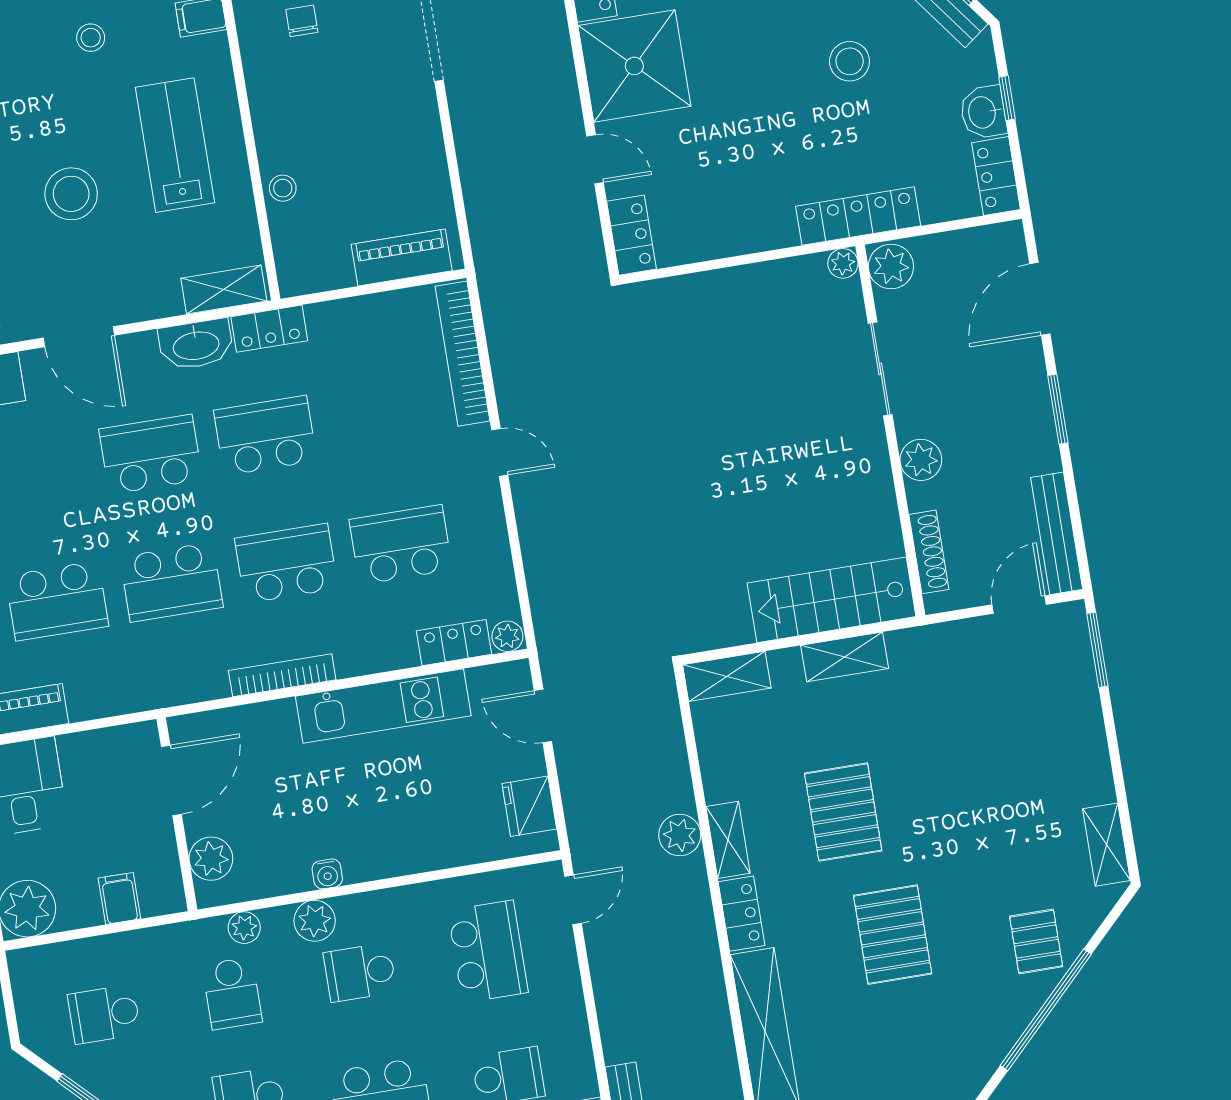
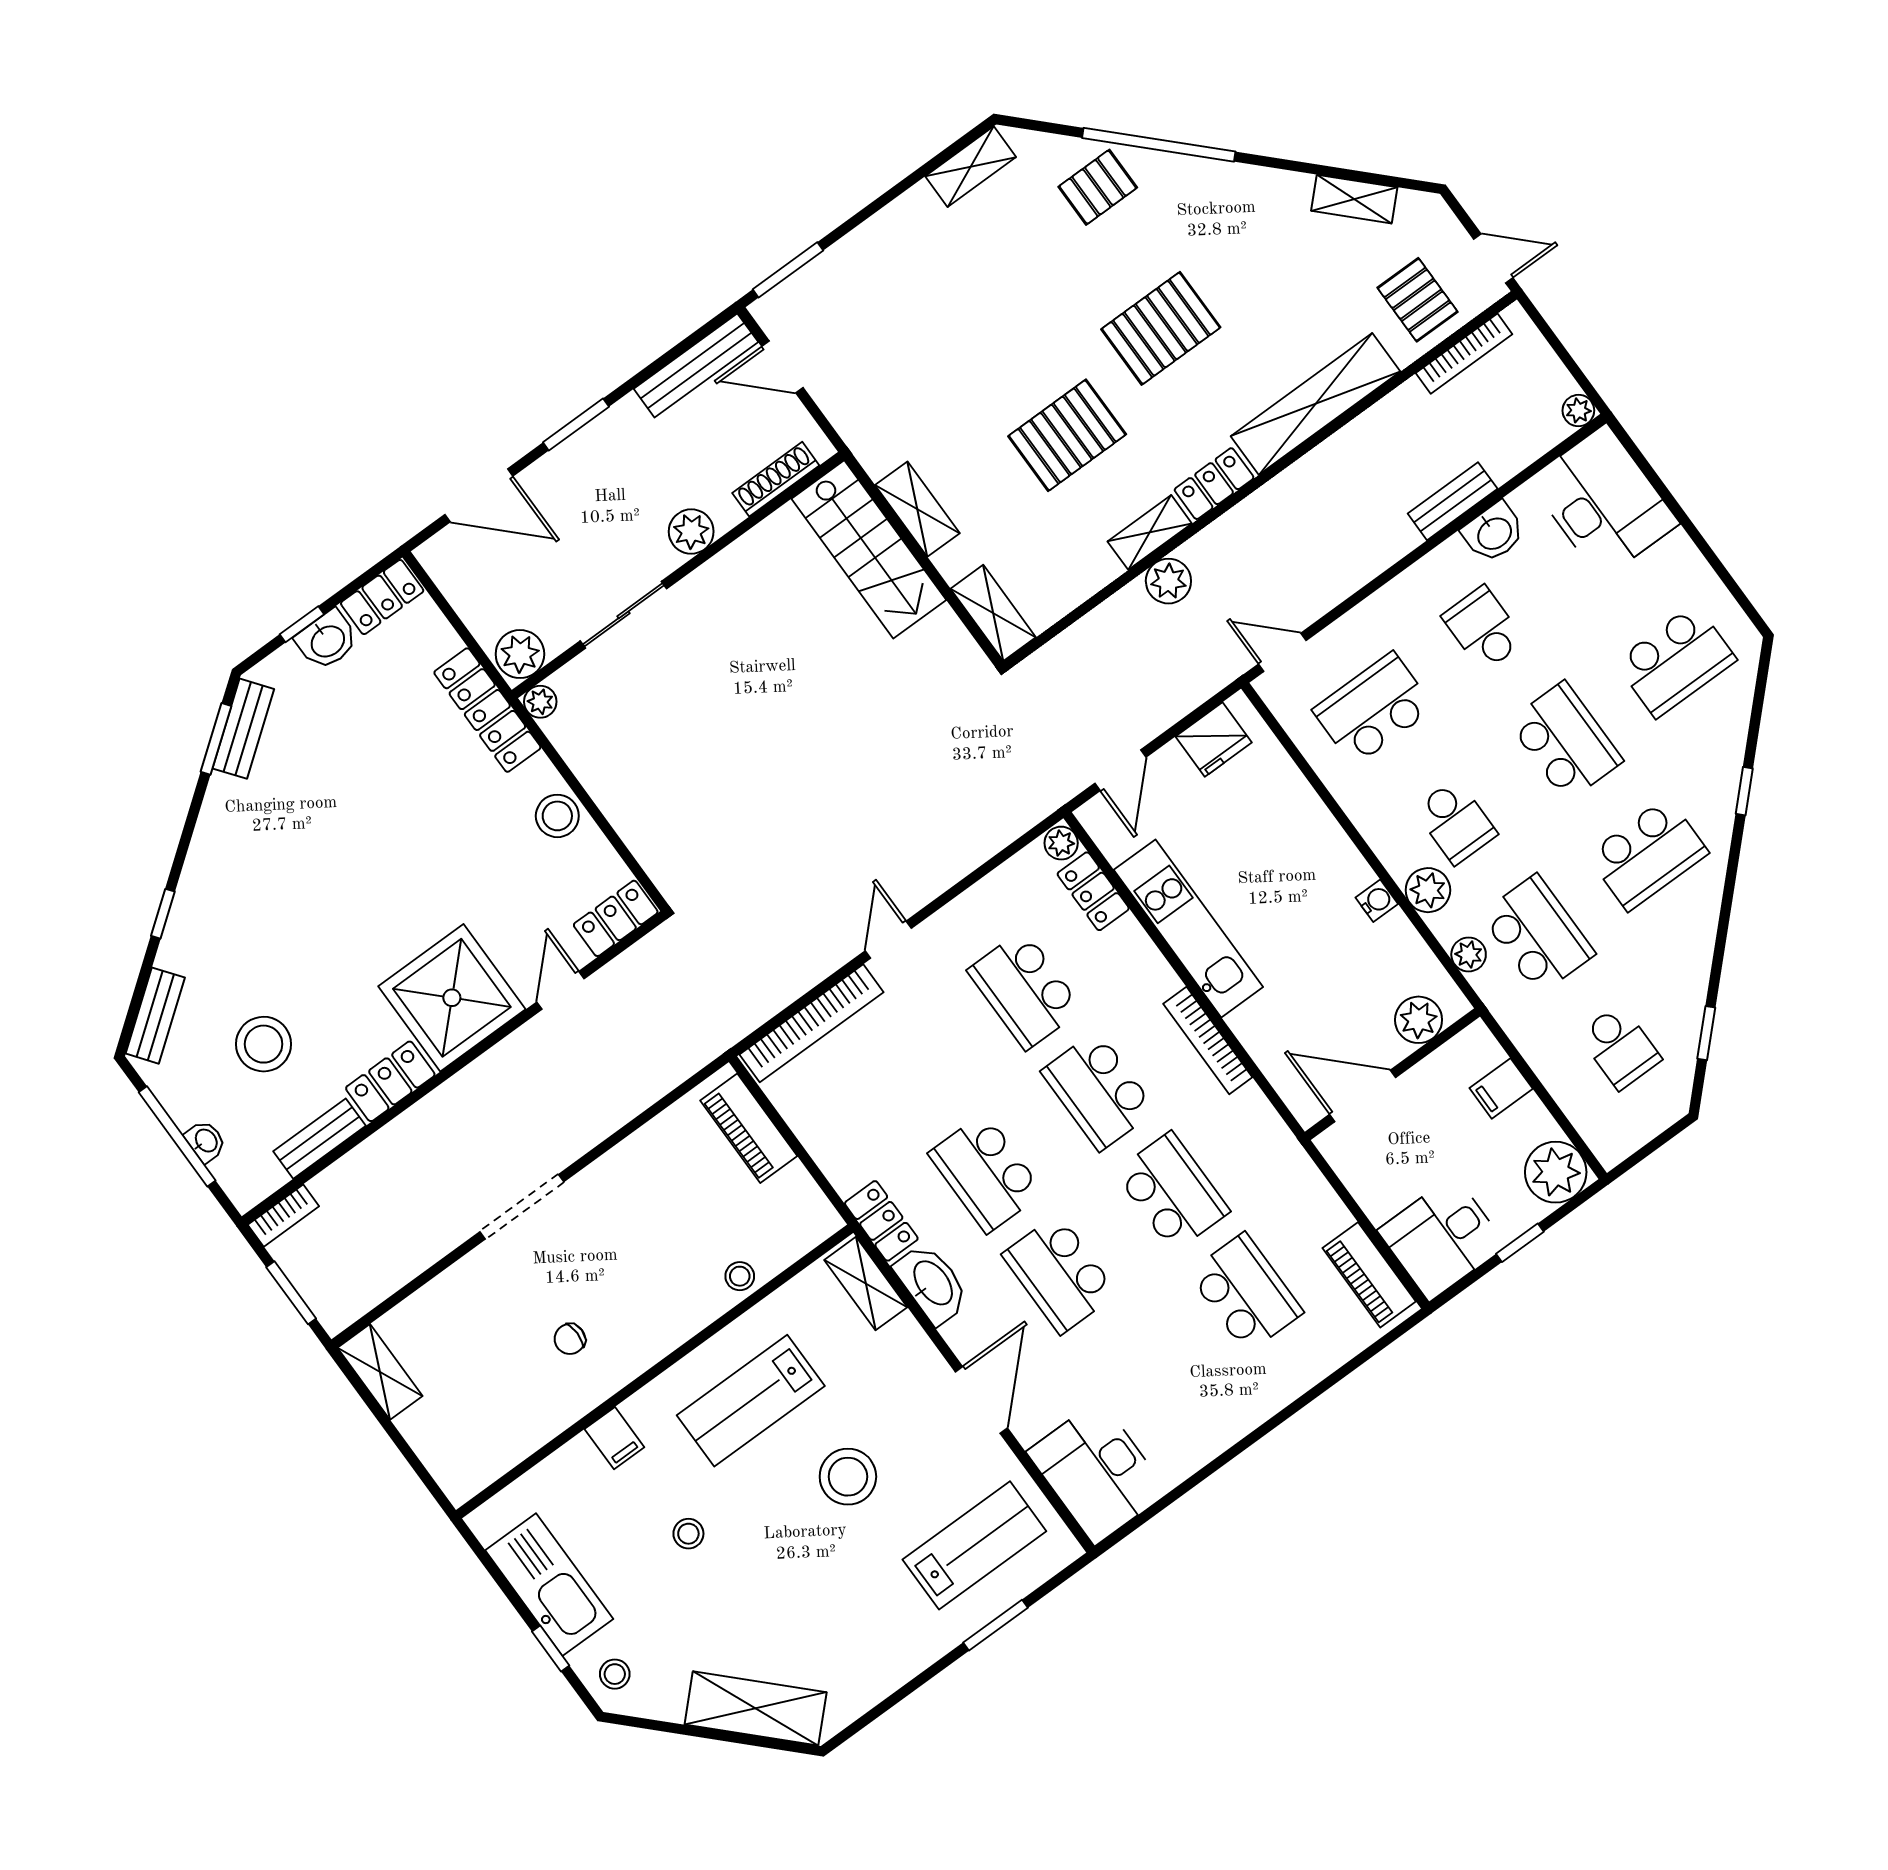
stool: (850, 61) -> (557, 816), moved
school desk: (232, 993) -> (1538, 934), width x1.85

